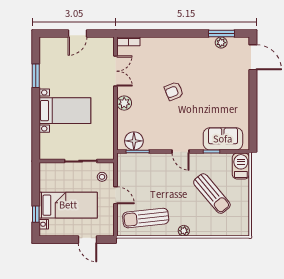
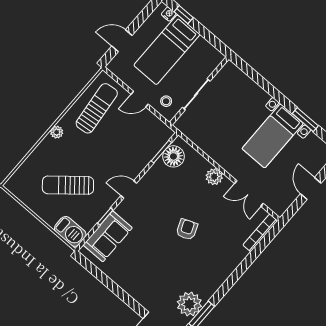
bookcase: (128, 41) -> (260, 233), width x1.56
plant: (221, 43) -> (189, 304), width x1.87, depth x1.87
bed with nightstands: (65, 111) -> (273, 136), moved

